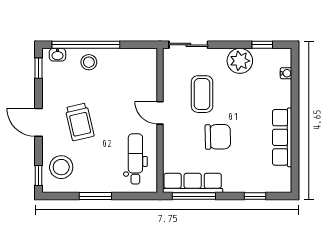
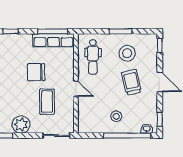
stool: (89, 62) -> (116, 116), moved
stool: (61, 167) -> (127, 53), moved

